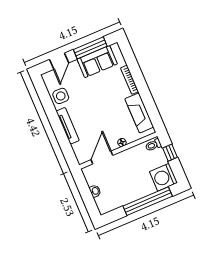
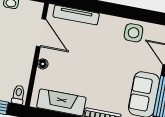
tv unit: (68, 126) -> (76, 15), moved

